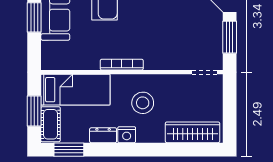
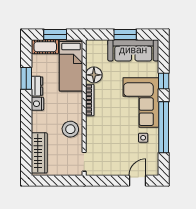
window: (230, 37) -> (110, 181), removed
floor lamp: (88, 59) -> (94, 75), added
stool: (143, 103) -> (70, 129), moved
window: (69, 150) -> (26, 78), moved

